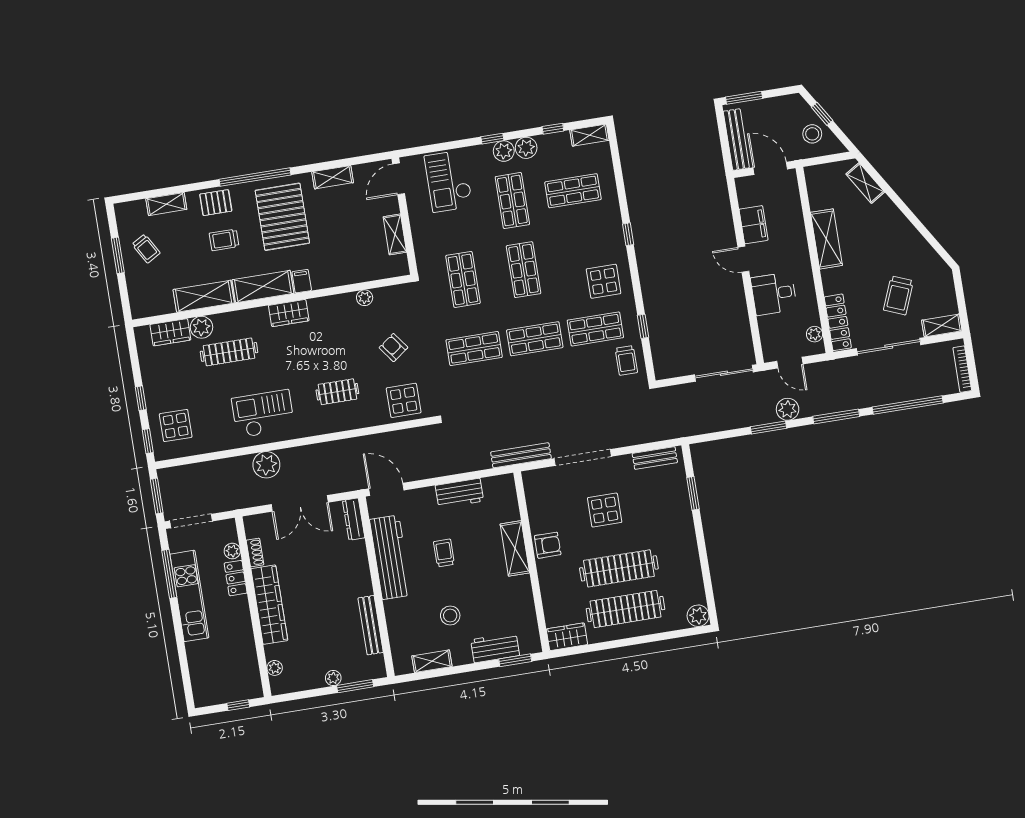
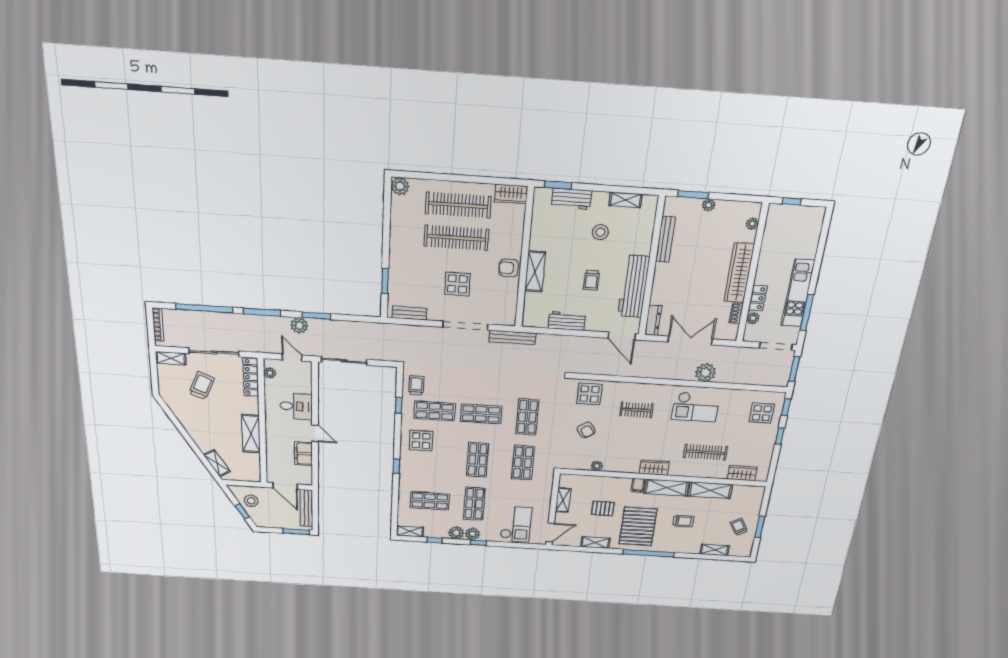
pallet: (216, 203) -> (603, 508), moved
plant: (202, 327) -> (719, 472), removed
shop shelf: (474, 349) -> (527, 417), turned 90

